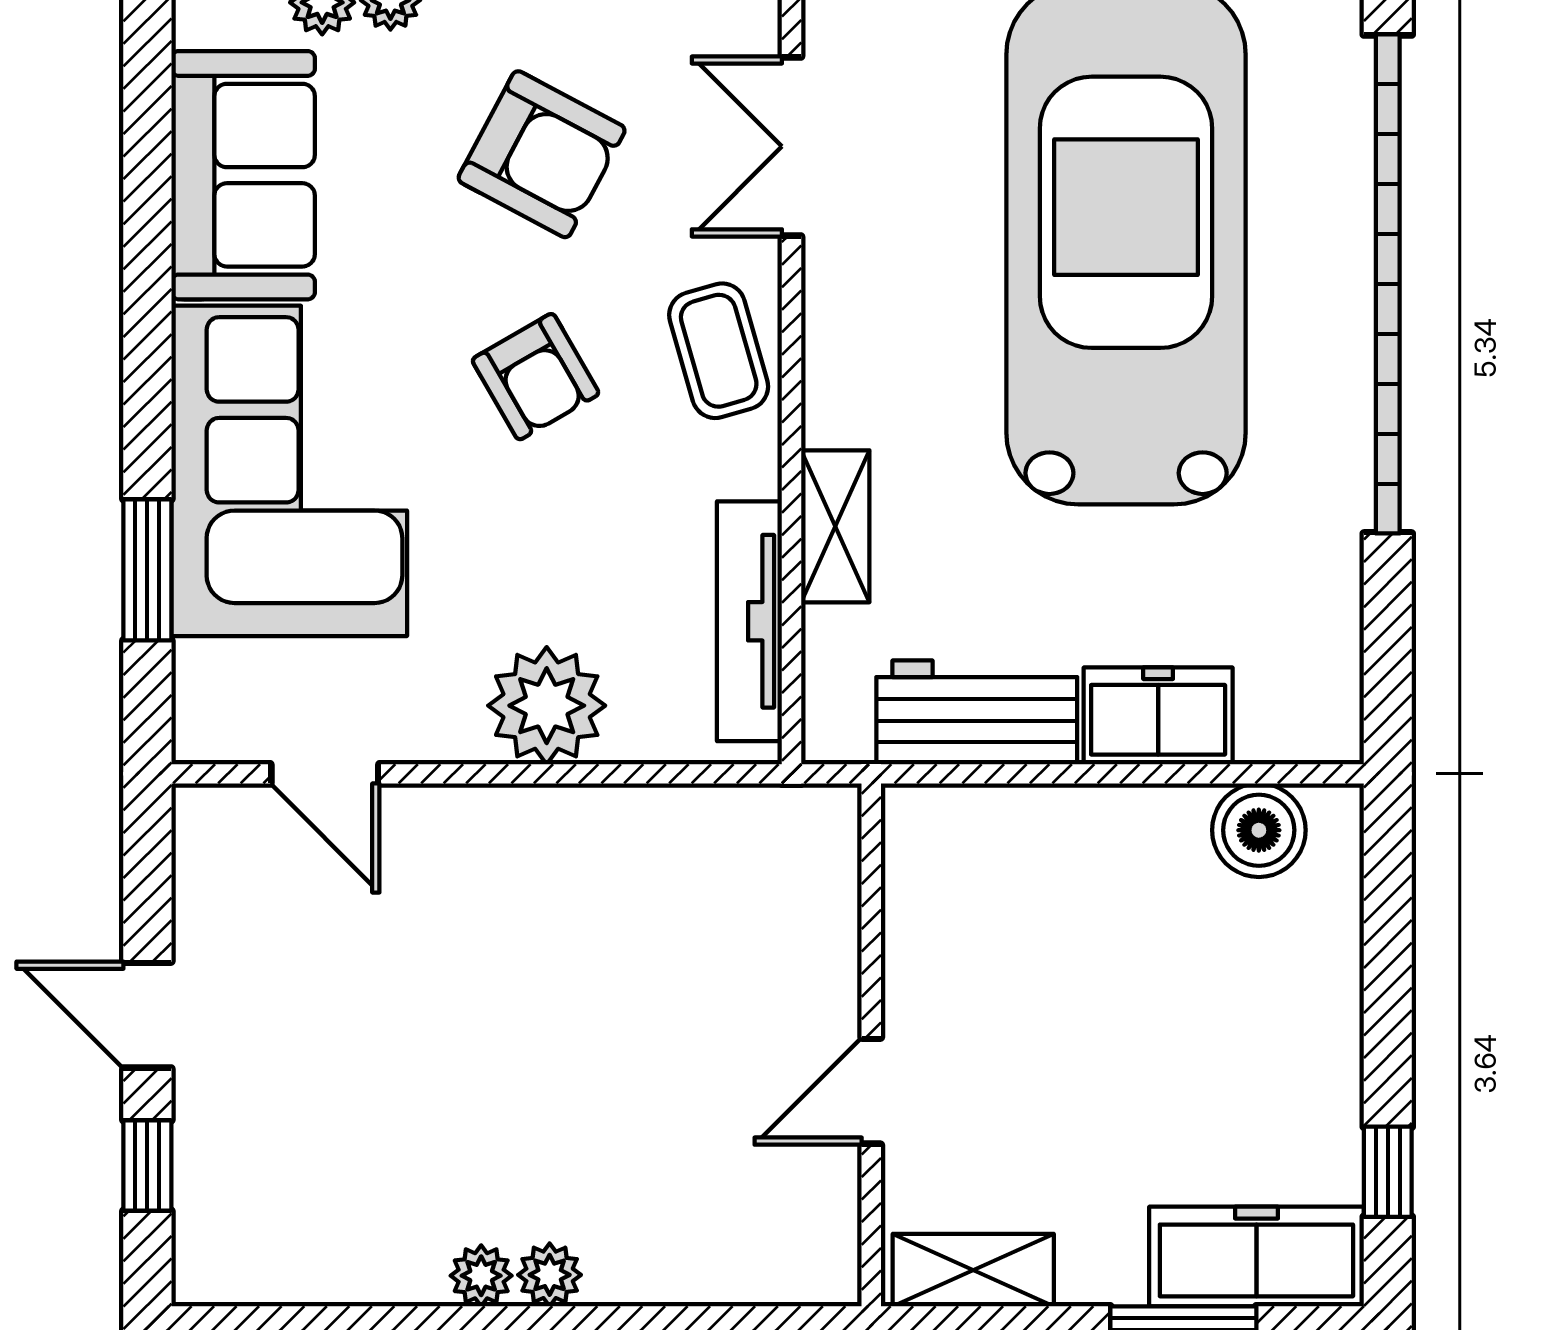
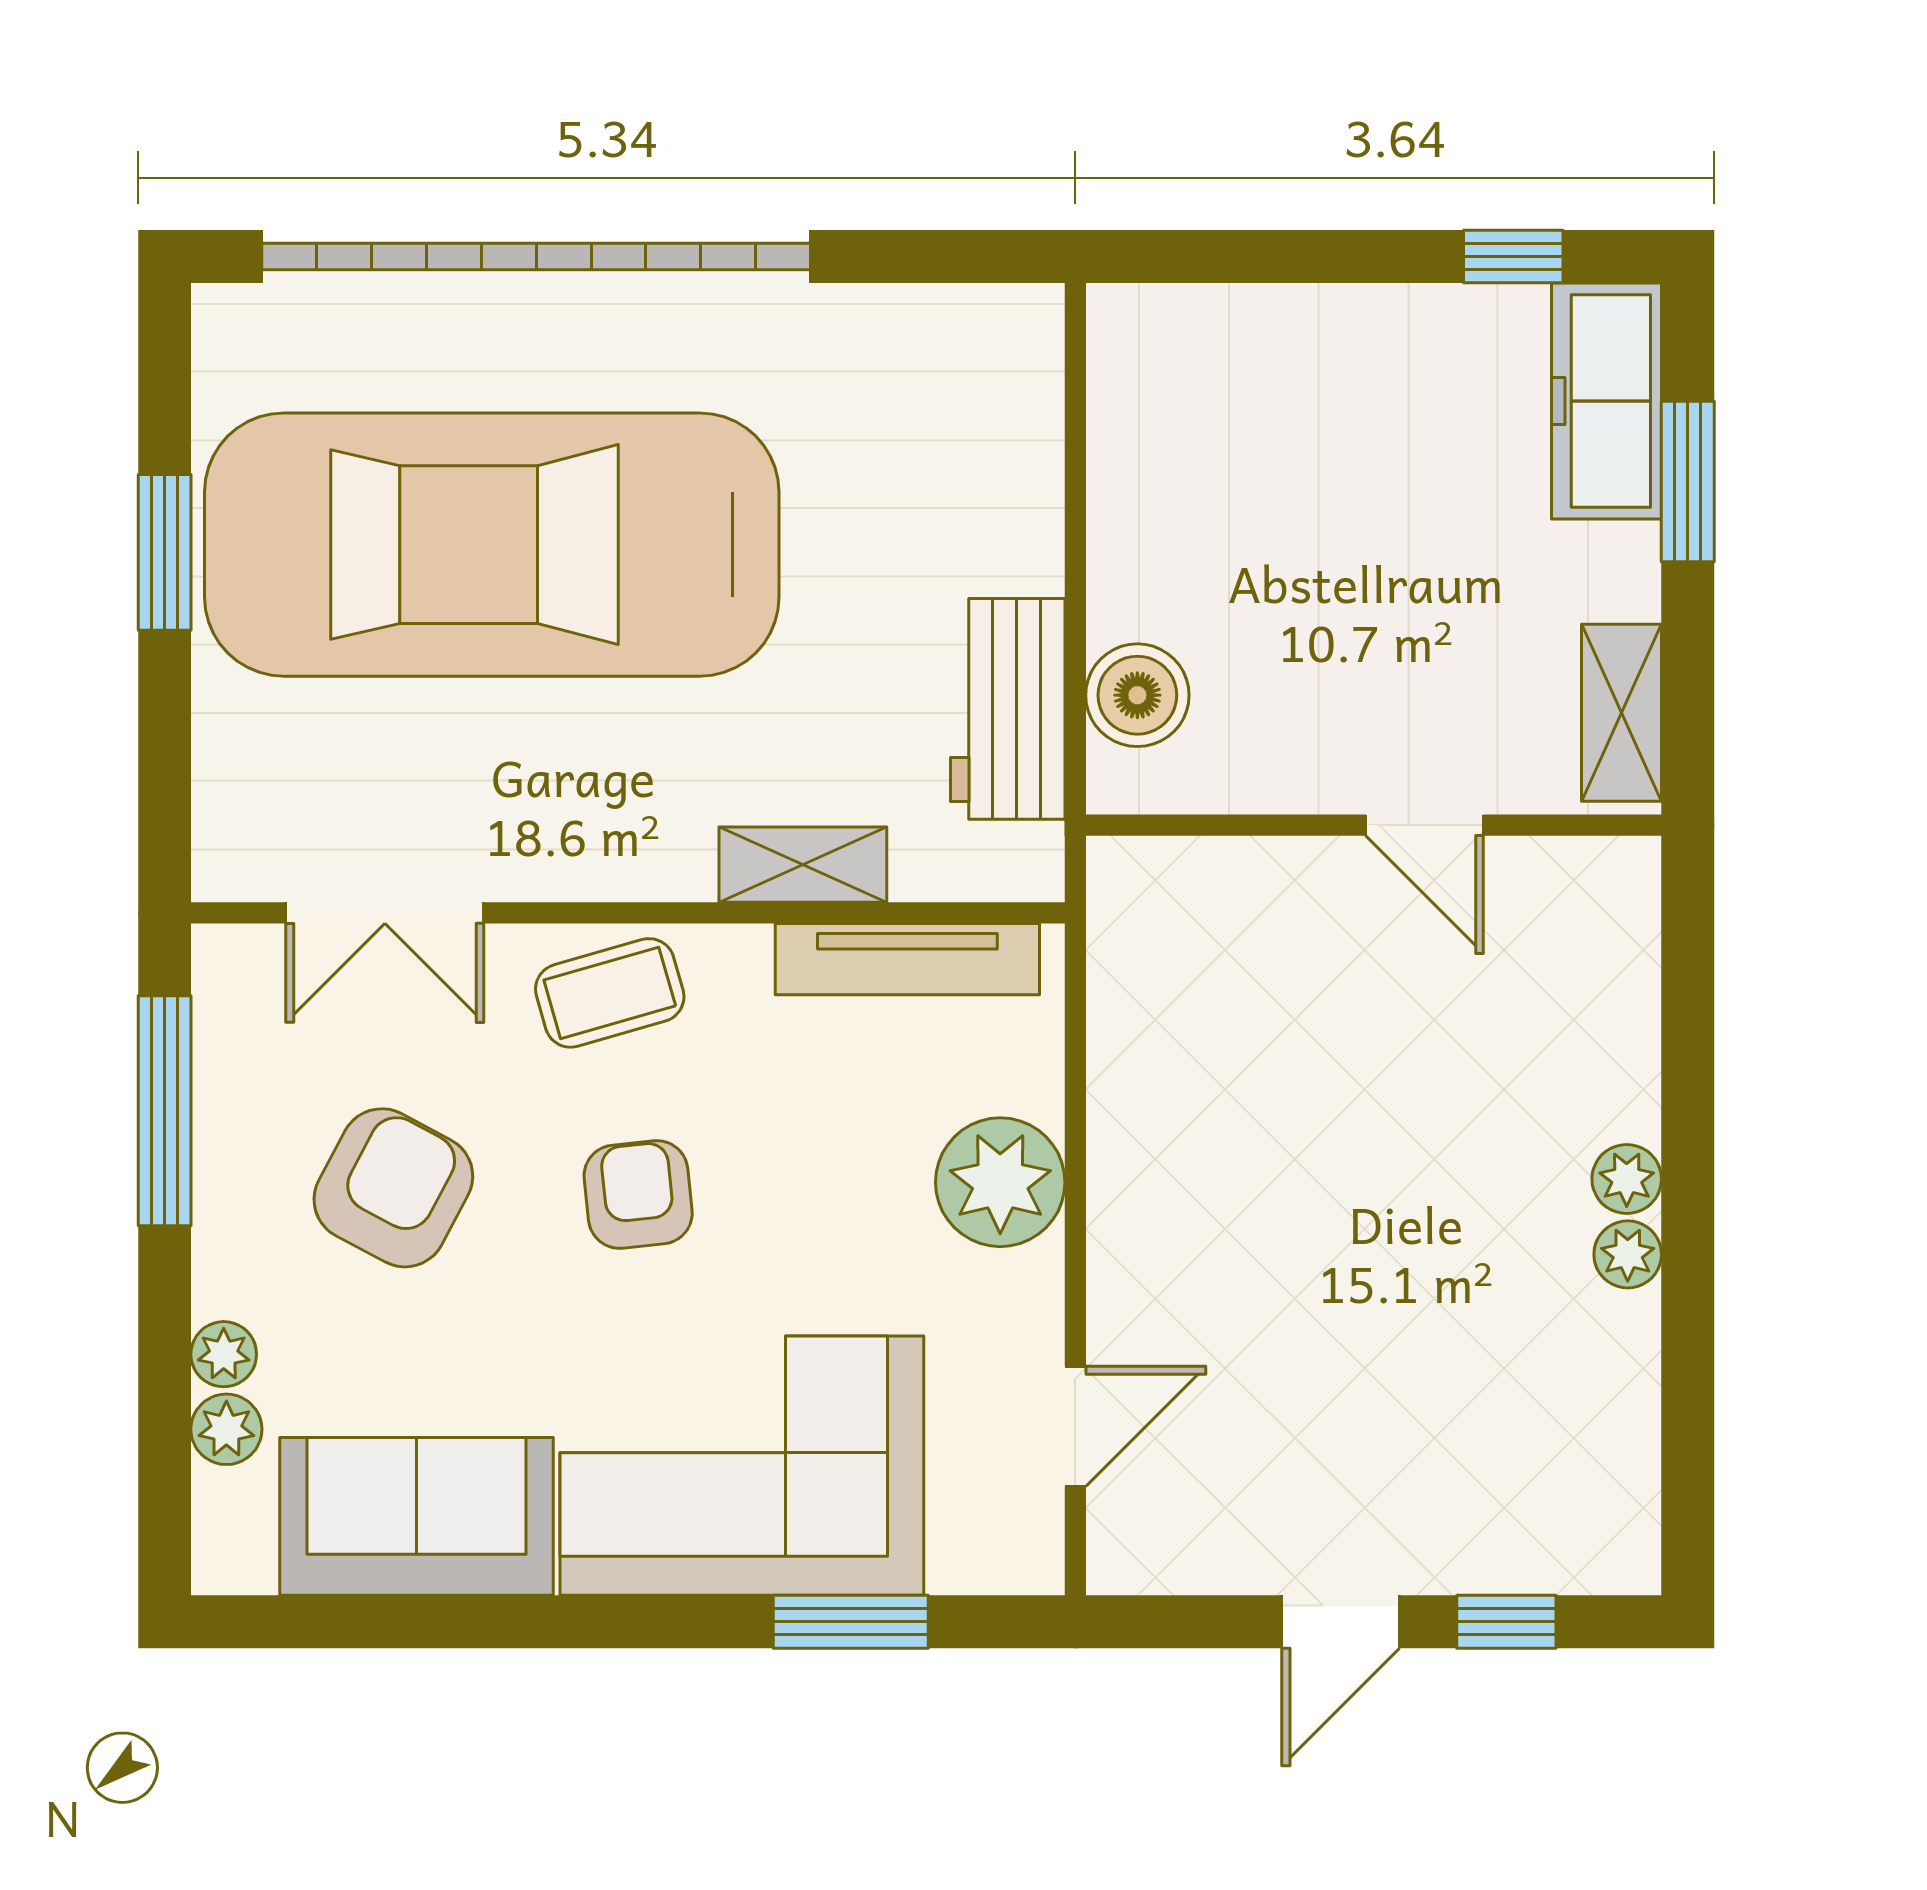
armchair: (536, 377) -> (638, 1194), turned -66
freezer: (1158, 716) -> (1012, 509), removed
boiler: (1259, 830) -> (1137, 695), moved

